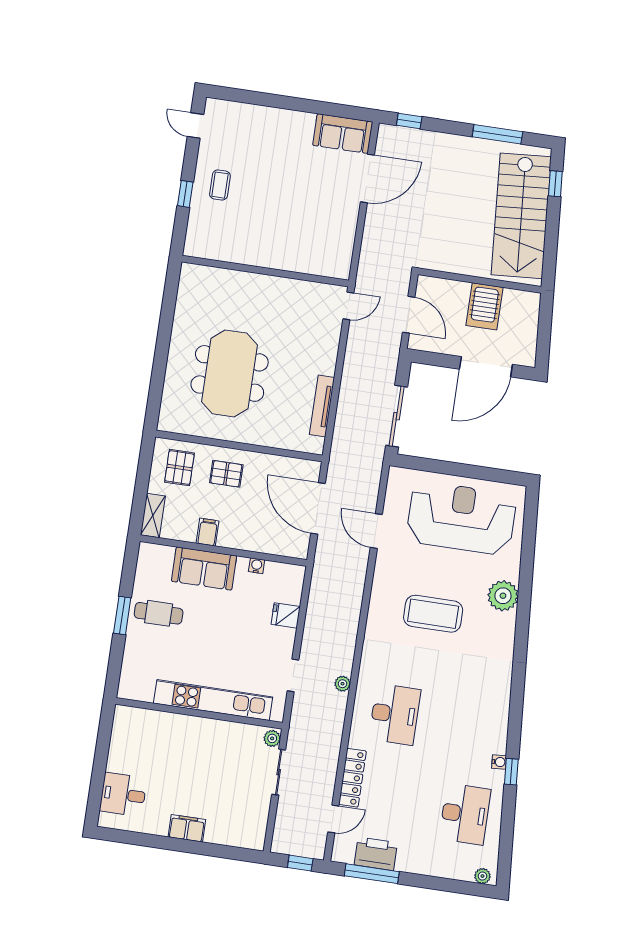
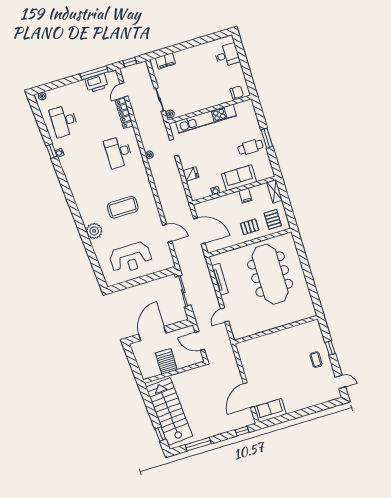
door: (348, 306) -> (225, 315), moved
meeting table: (230, 373) -> (270, 274), width x1.36
reception desk: (461, 518) -> (131, 258), width x0.74, depth x0.77
chair: (137, 721) -> (237, 92), added
filing cabinet: (187, 828) -> (165, 61), moved

